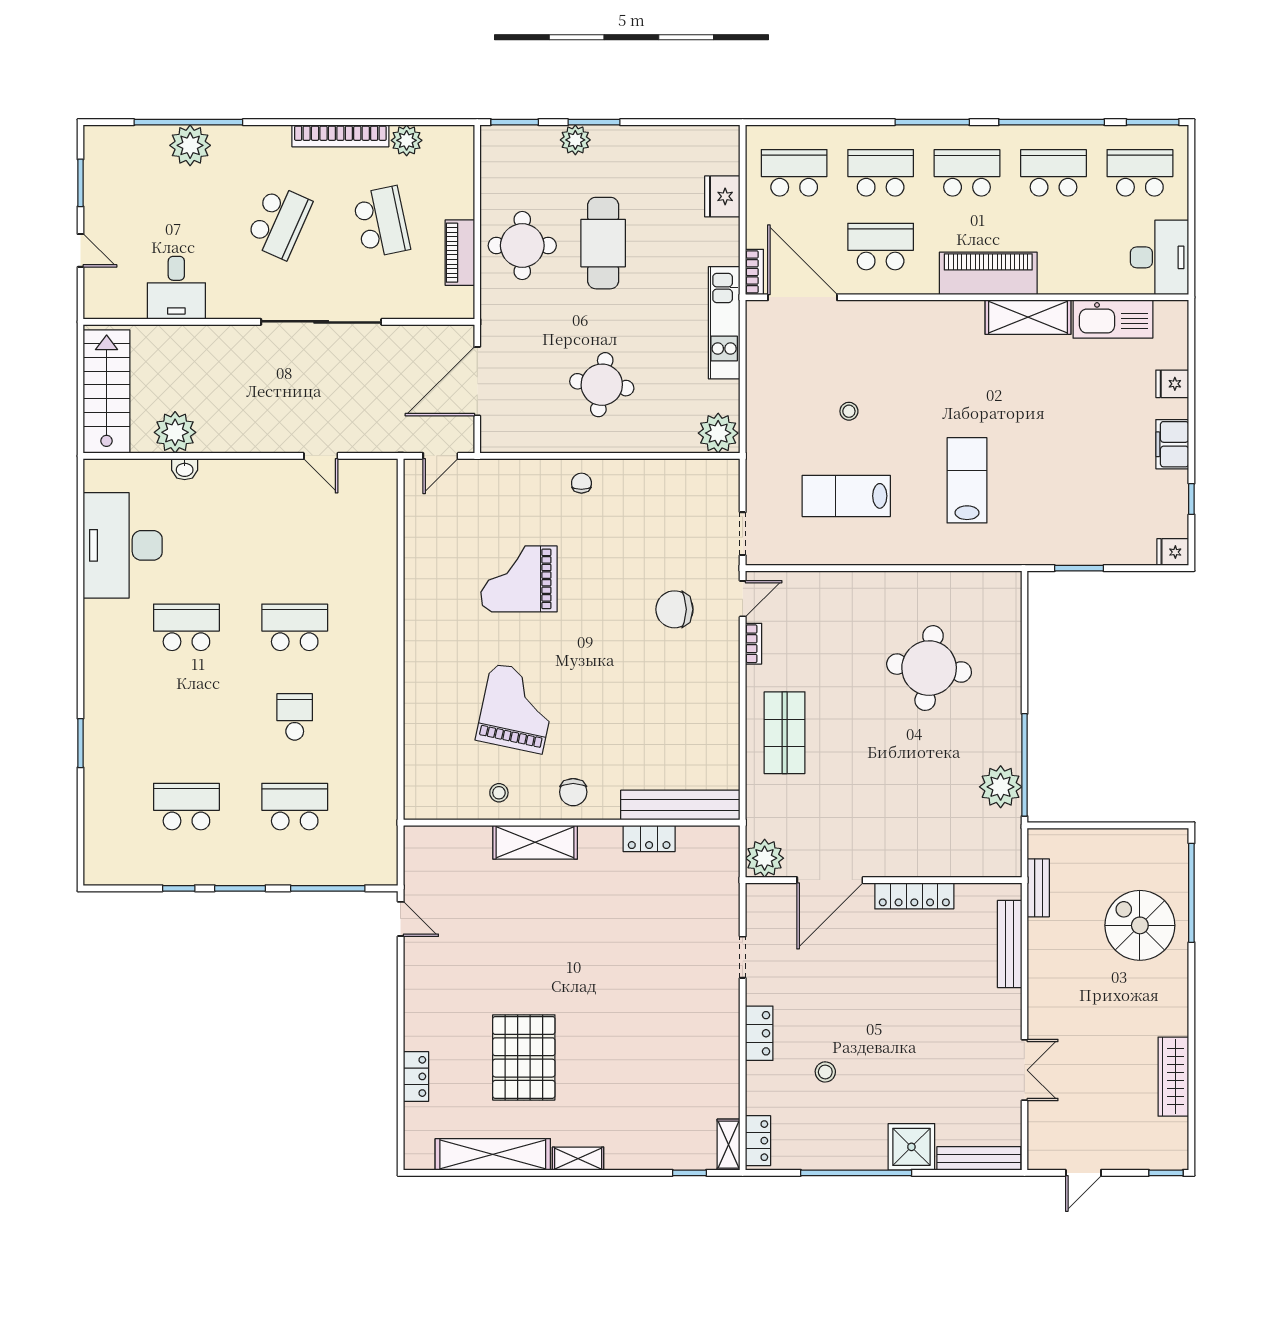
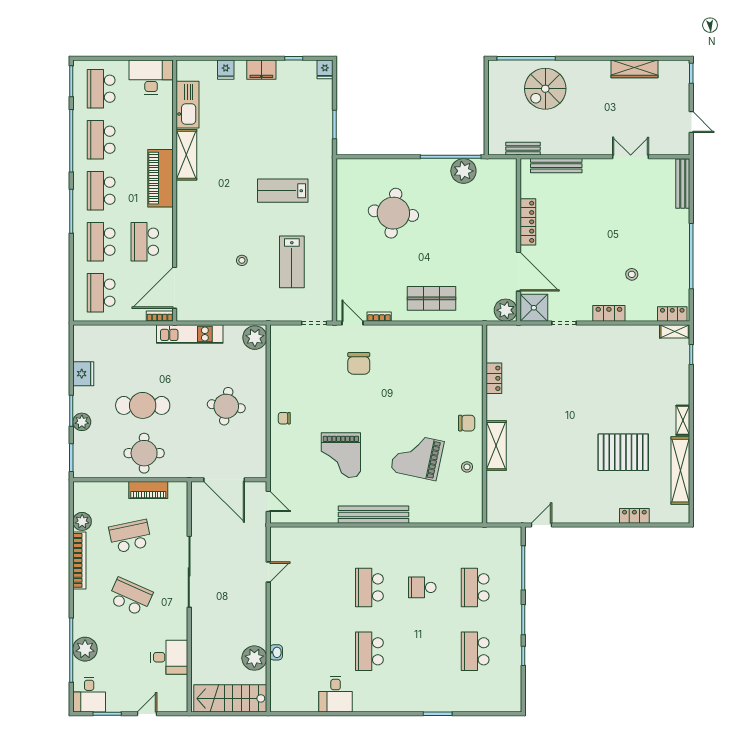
desk: (113, 152) -> (89, 695), added
fridge: (722, 196) -> (83, 374), moved, turned -90
desk: (123, 545) -> (336, 694), width x0.53, depth x0.77
bench: (680, 805) -> (373, 515), moved, turned 90
shower: (911, 1147) -> (534, 308), moved

